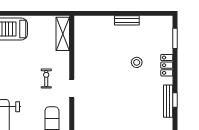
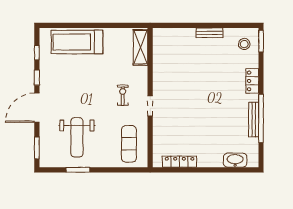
window: (175, 38) -> (261, 41), moved
stool: (137, 62) -> (244, 44), moved
window: (175, 100) -> (261, 118), width x3.17

